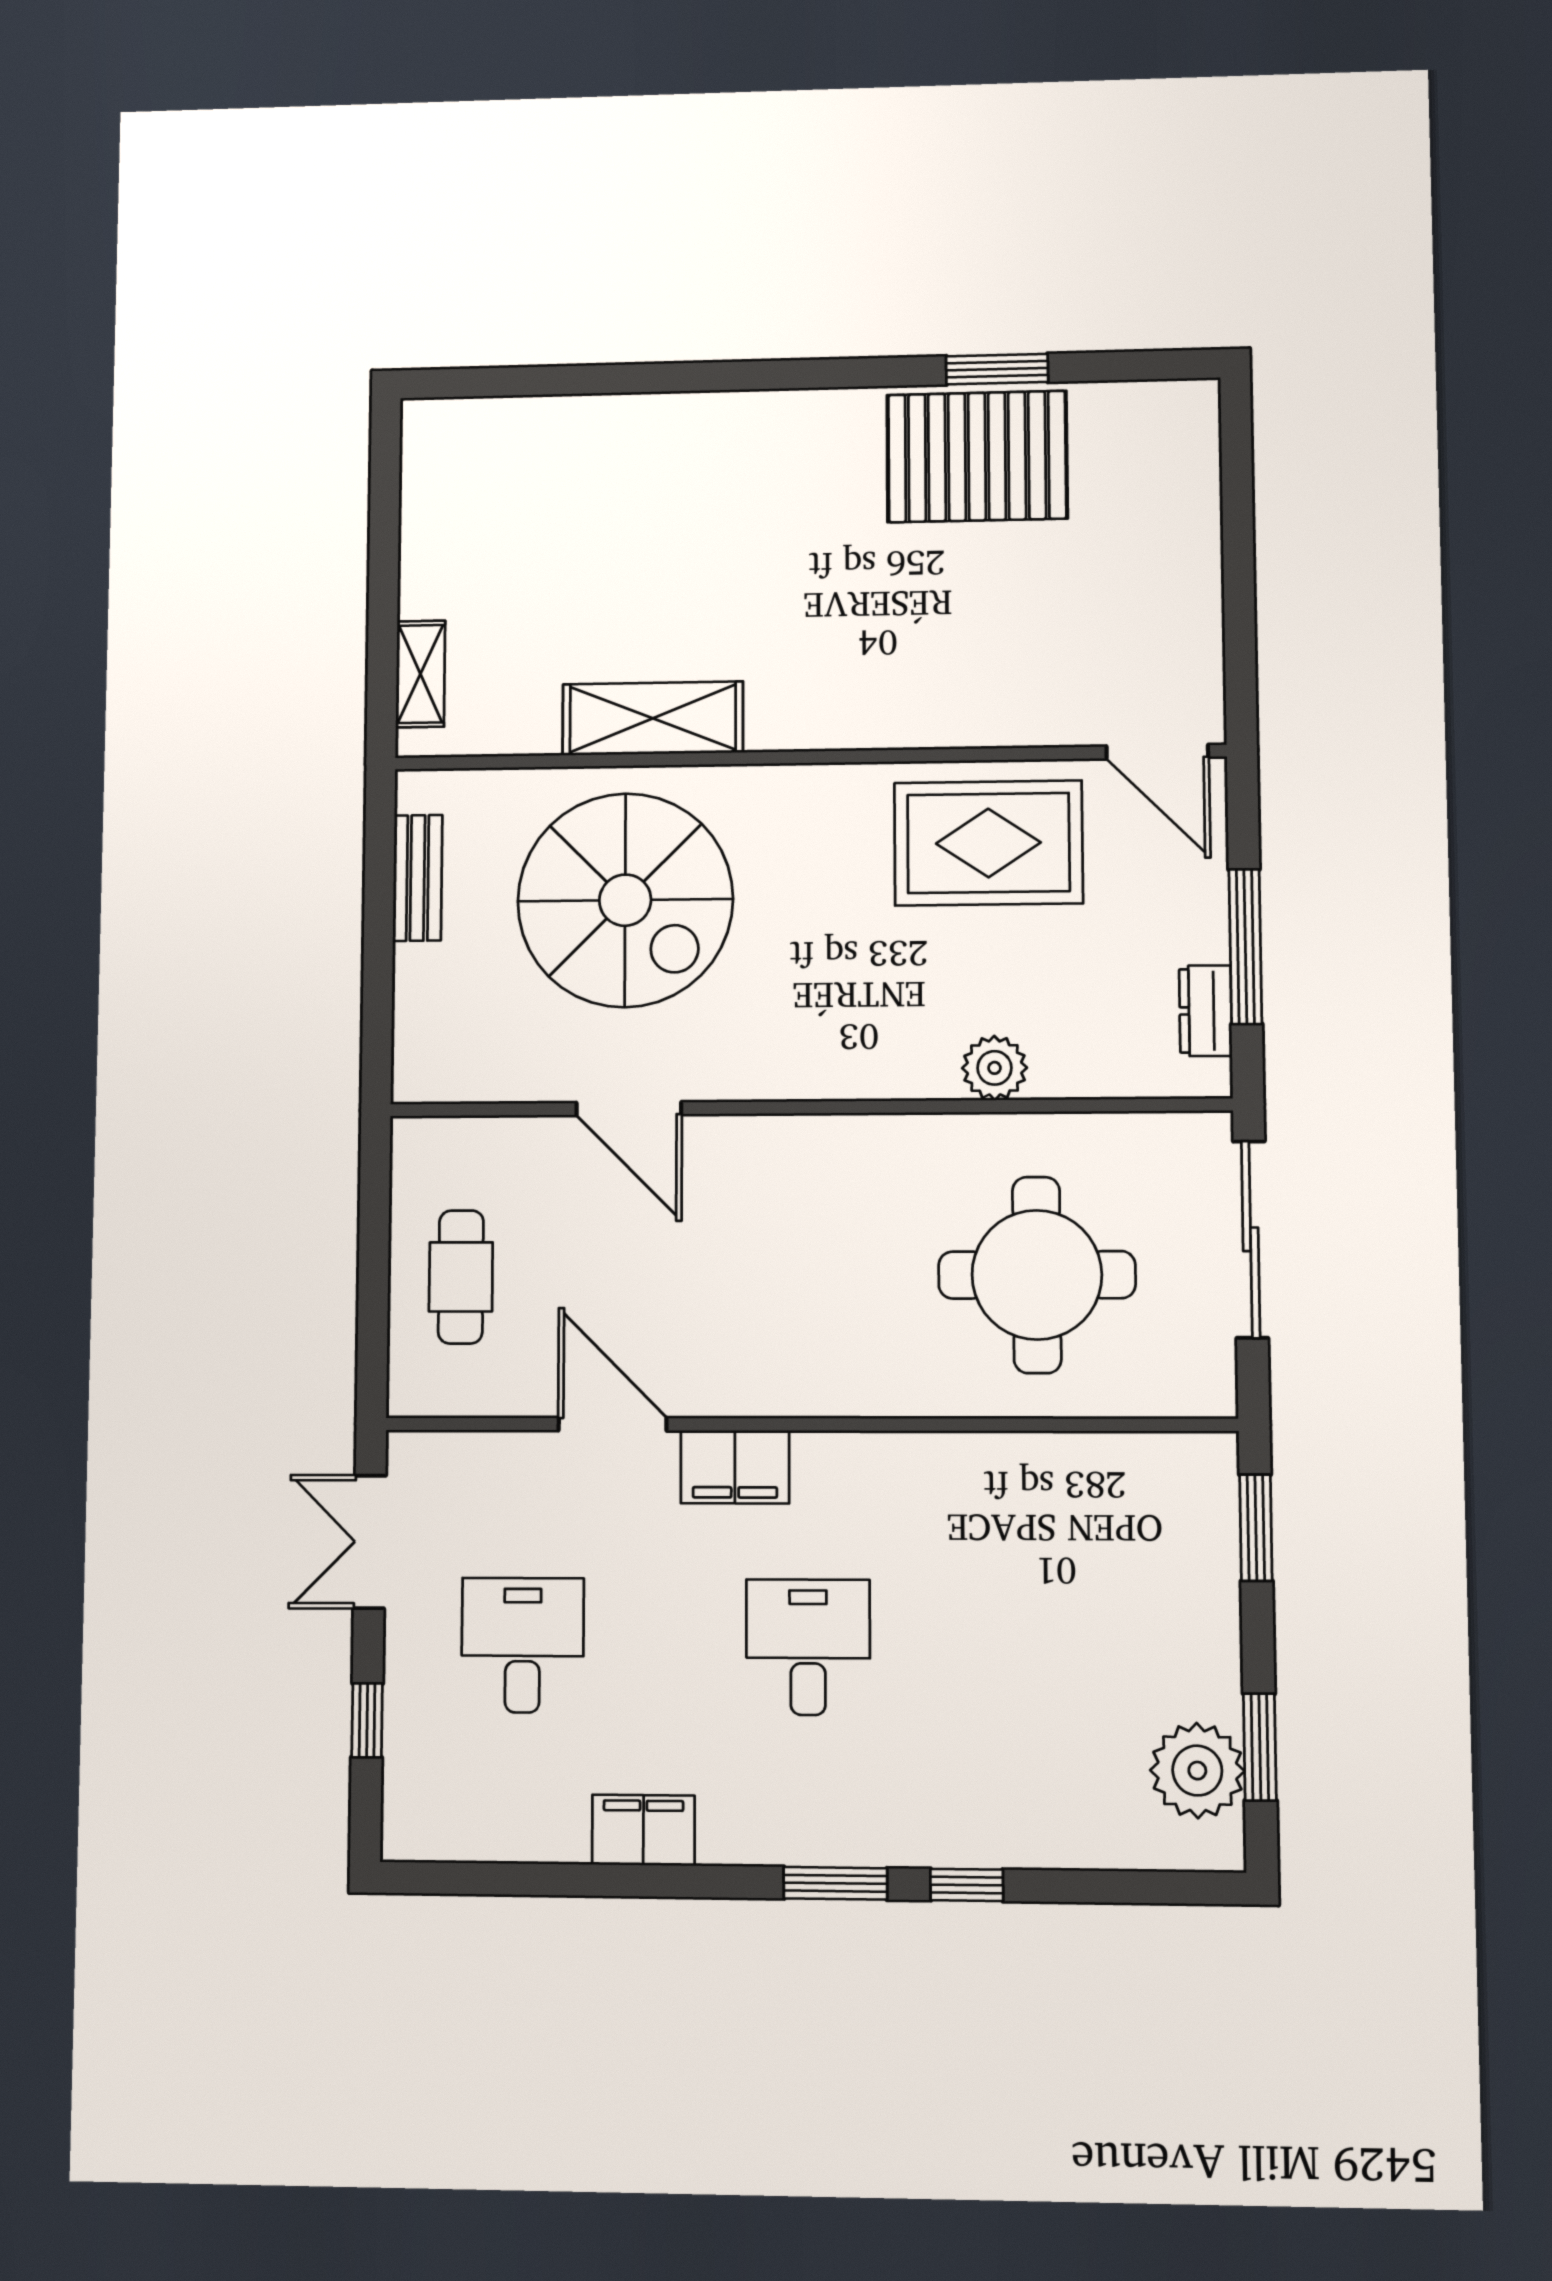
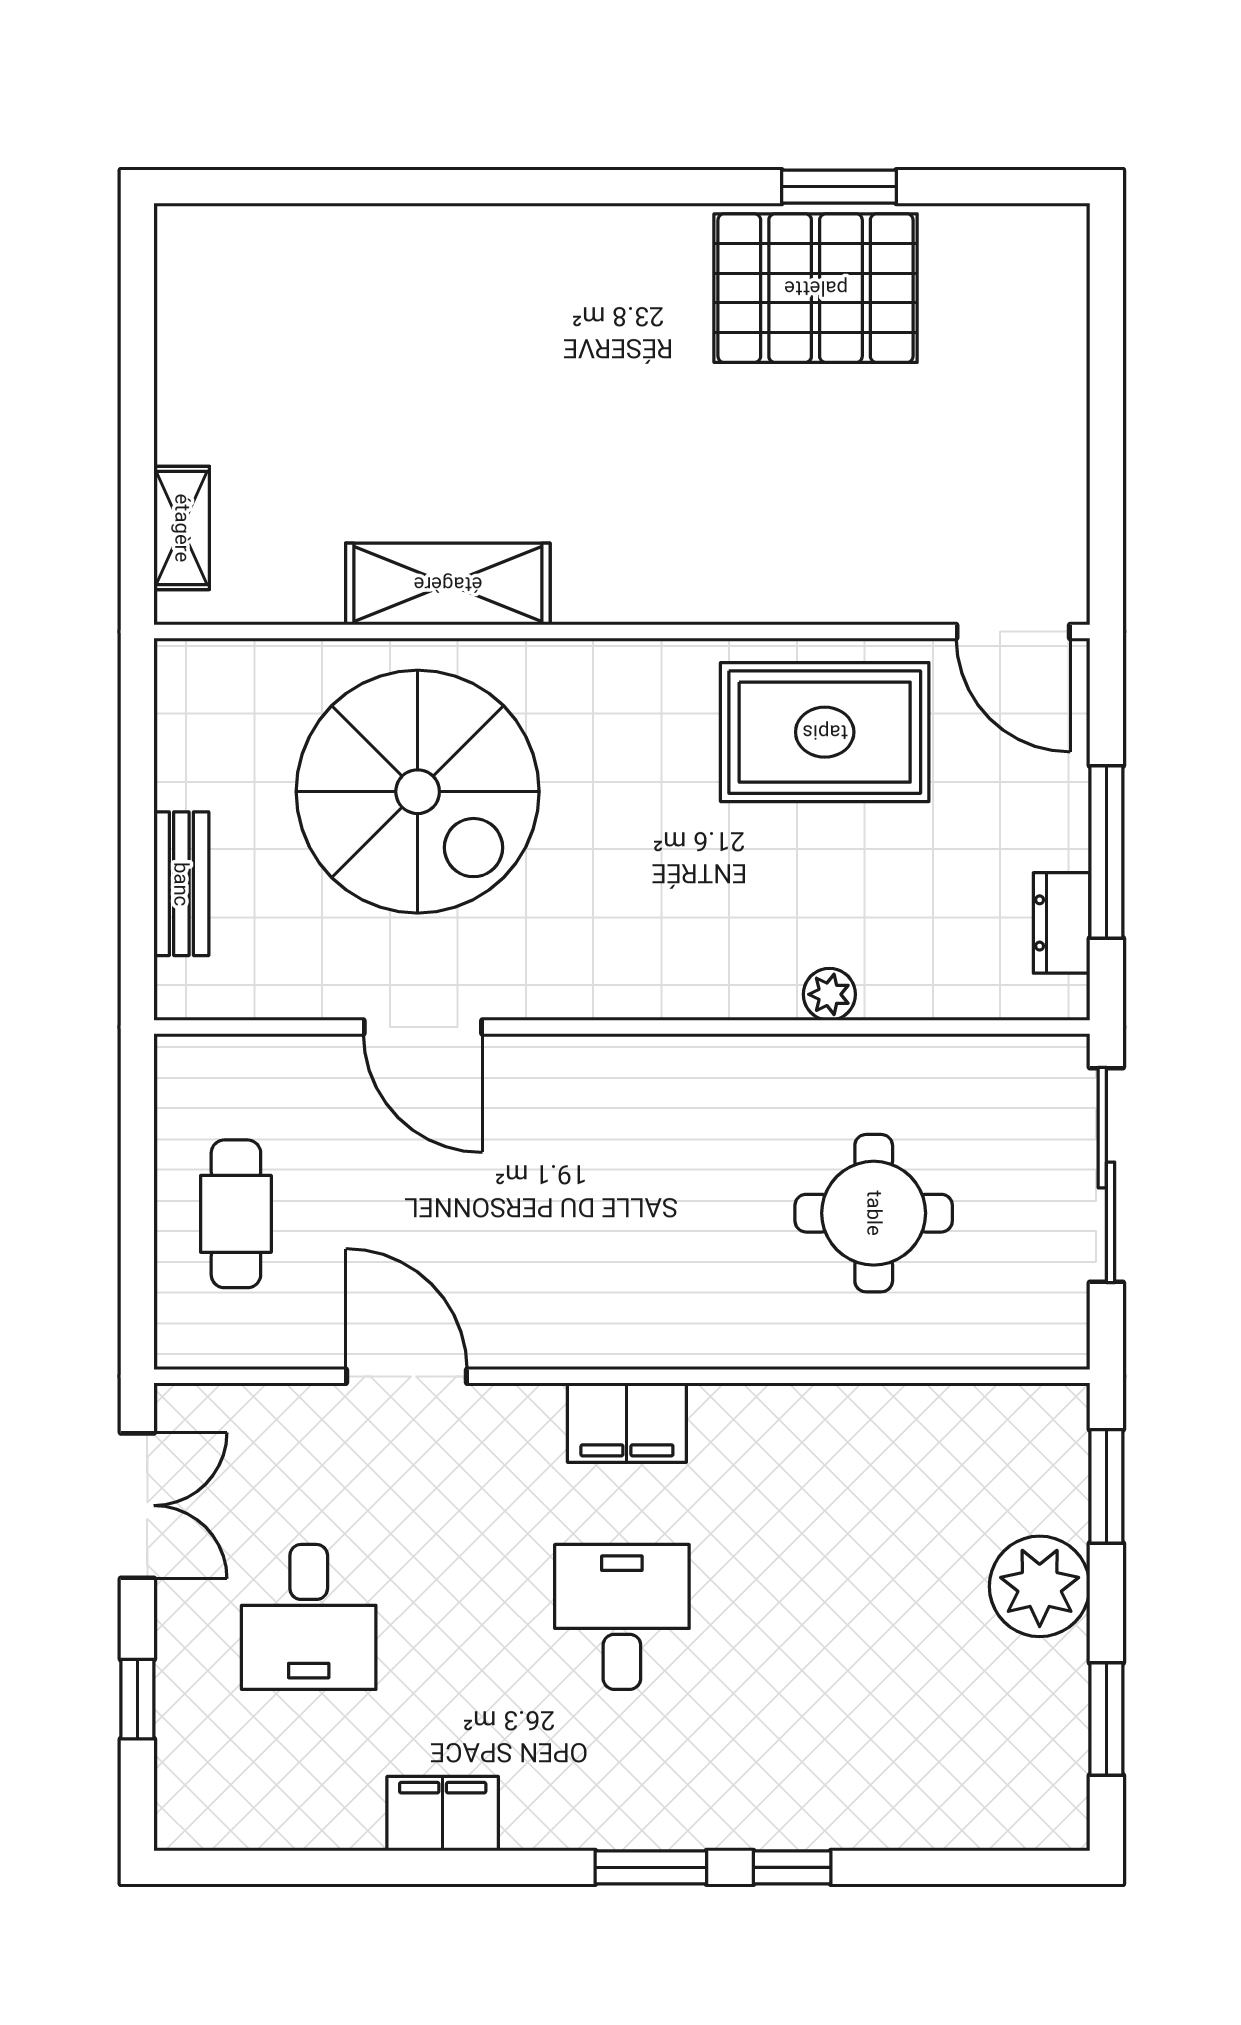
bench: (418, 878) -> (181, 884), moved
plant: (995, 1068) -> (829, 994), width x0.73, depth x0.73
round table: (1037, 1275) -> (874, 1213), width x0.73, depth x0.73
filing cabinet: (735, 1467) -> (627, 1423), moved
double door: (370, 1542) -> (137, 1506), swing flipped
desk: (523, 1645) -> (309, 1617), turned 180
plant: (1197, 1771) -> (1040, 1586), moved

